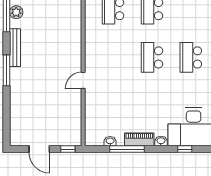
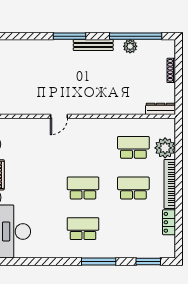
door: (83, 80) -> (59, 116), swing flipped

